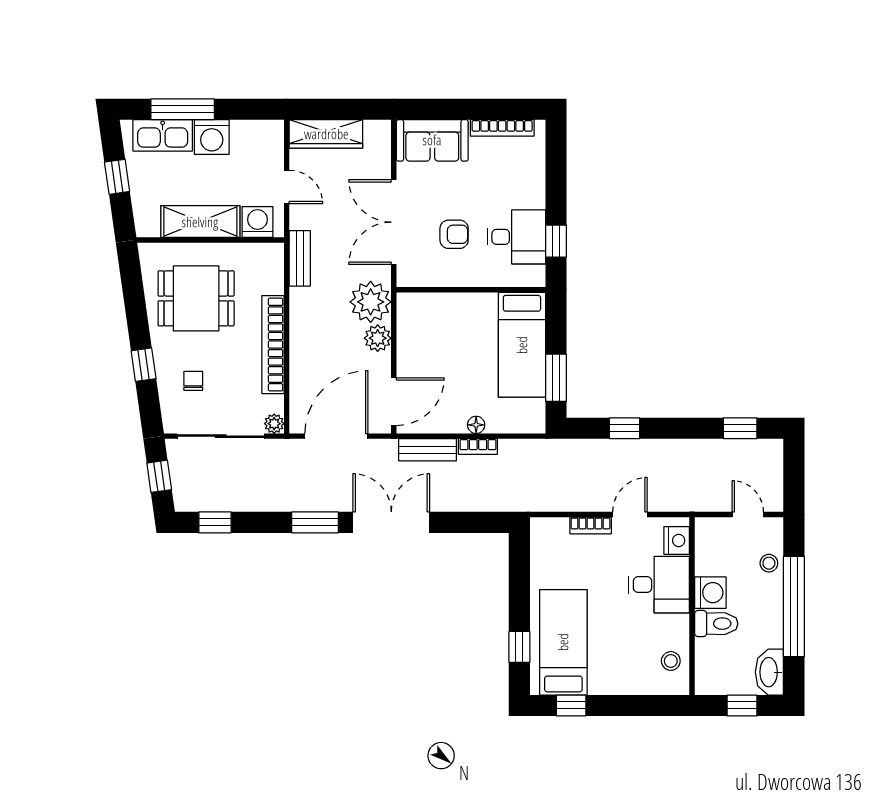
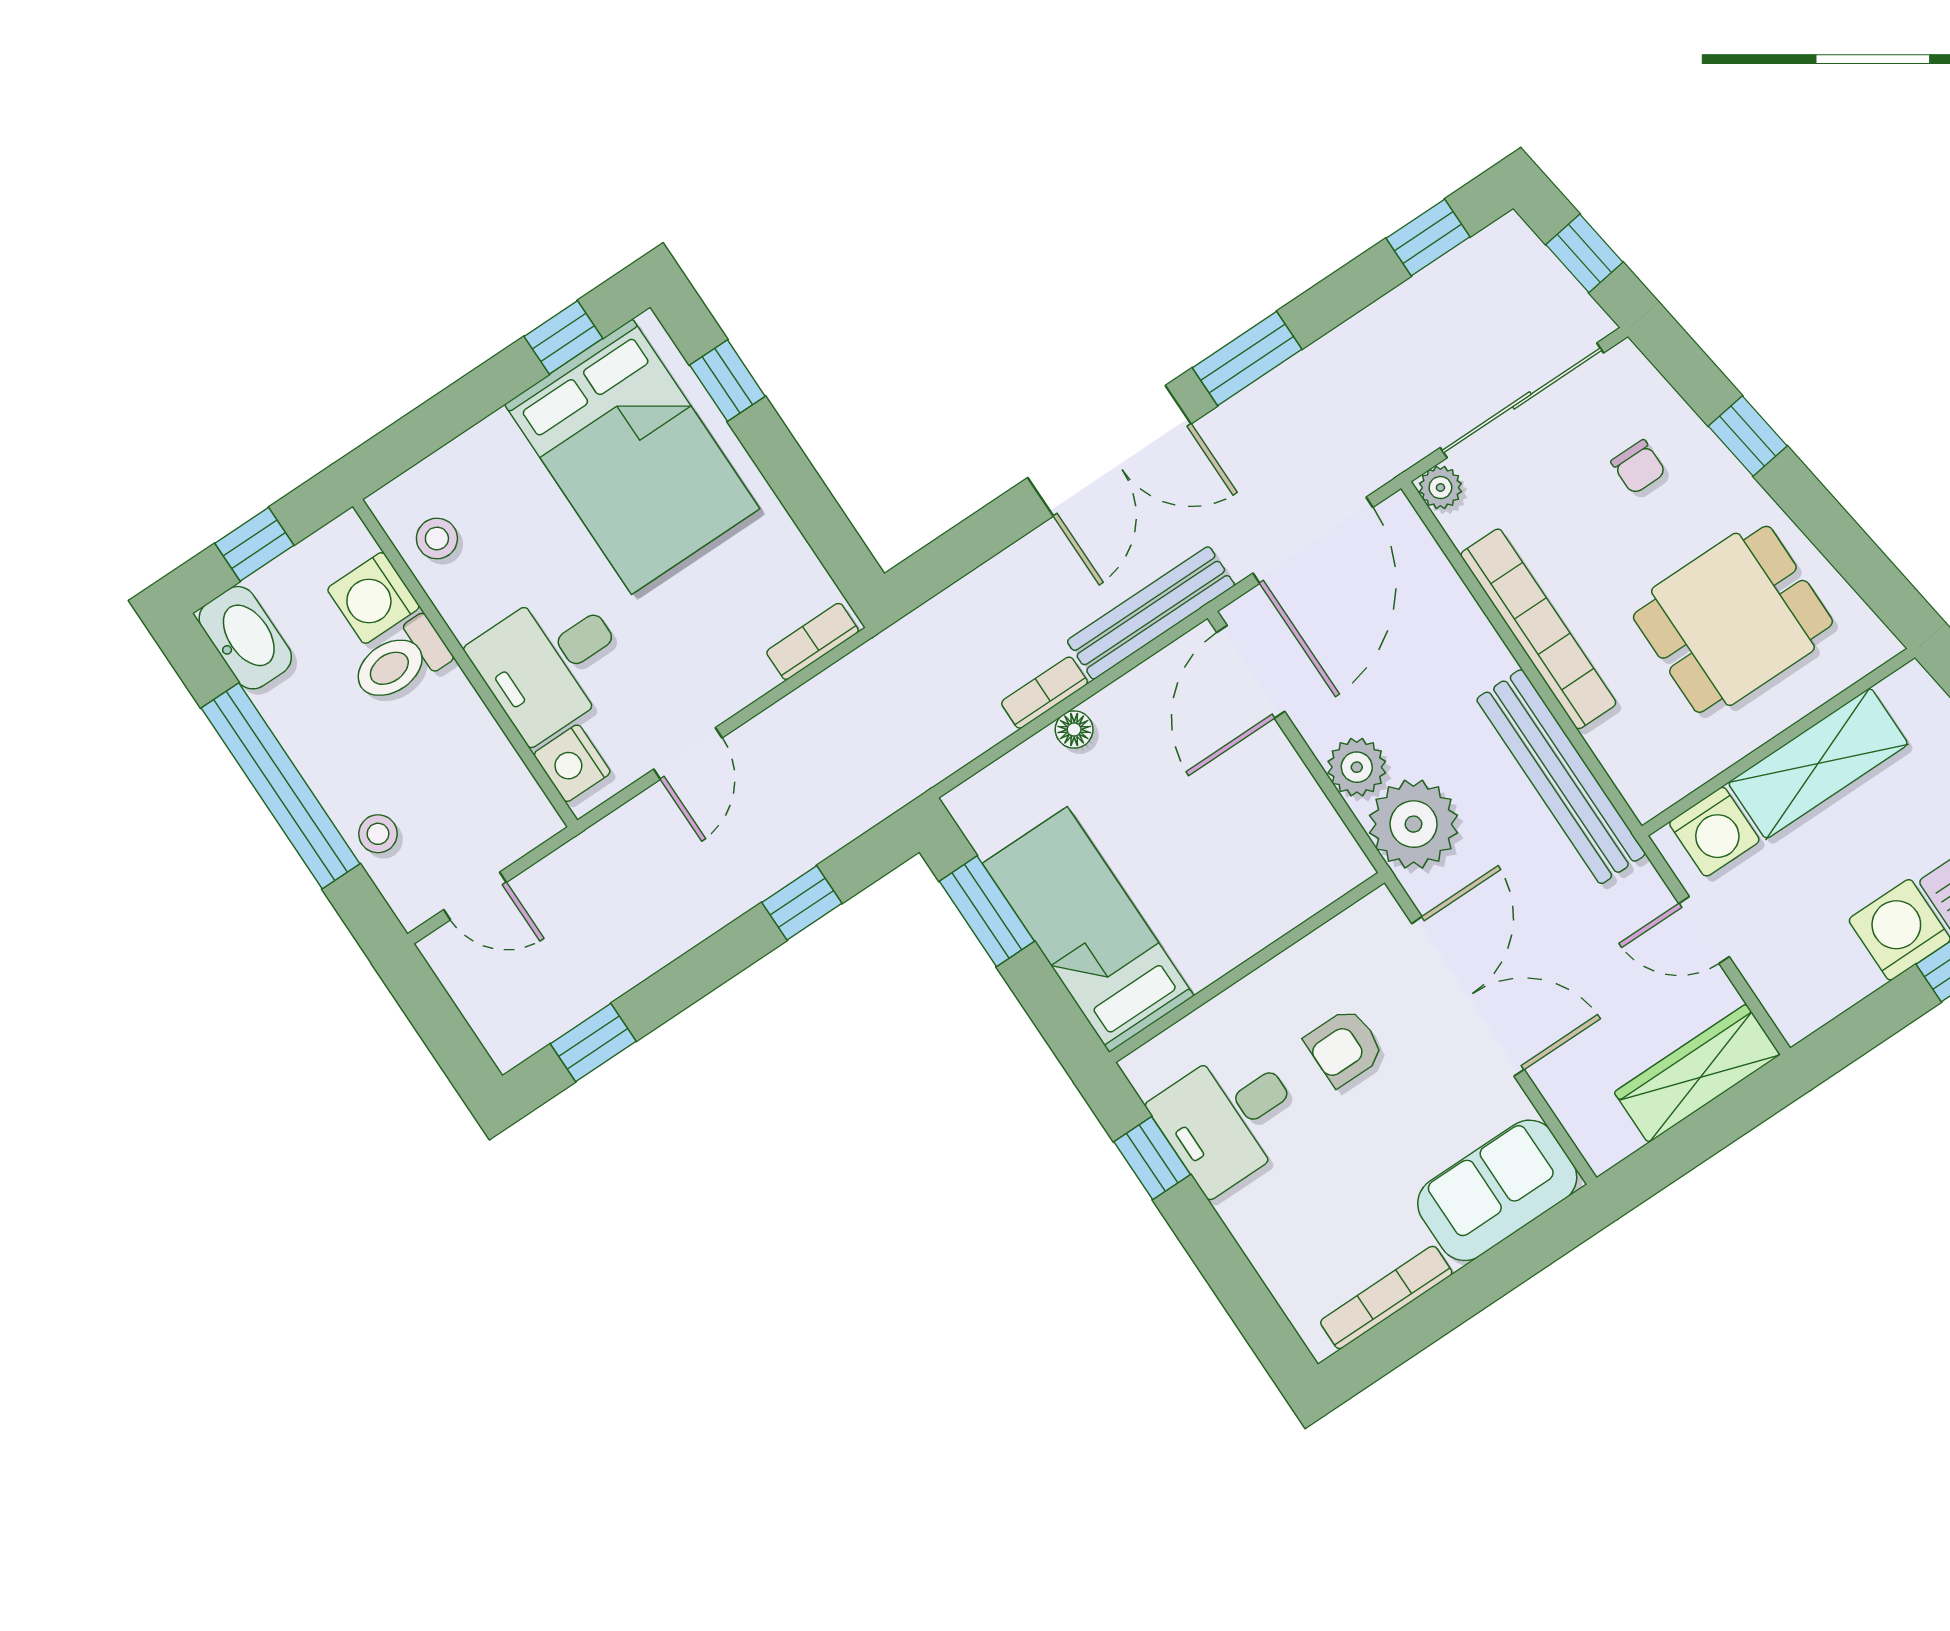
bench: (300, 258) -> (1561, 777), width x1.86, depth x1.21
bench: (427, 450) -> (1151, 613), width x1.36
bookcase: (591, 525) -> (812, 641), moved
washing machine: (710, 593) -> (373, 598), moved
bed: (563, 642) -> (632, 457), width x1.50

